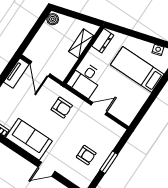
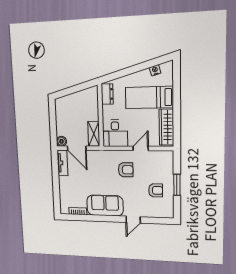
boiler: (53, 19) -> (61, 141), moved
shelving: (81, 44) -> (94, 134), moved
wardrobe: (134, 105) -> (166, 127), added
armchair: (62, 108) -> (126, 170), moved

